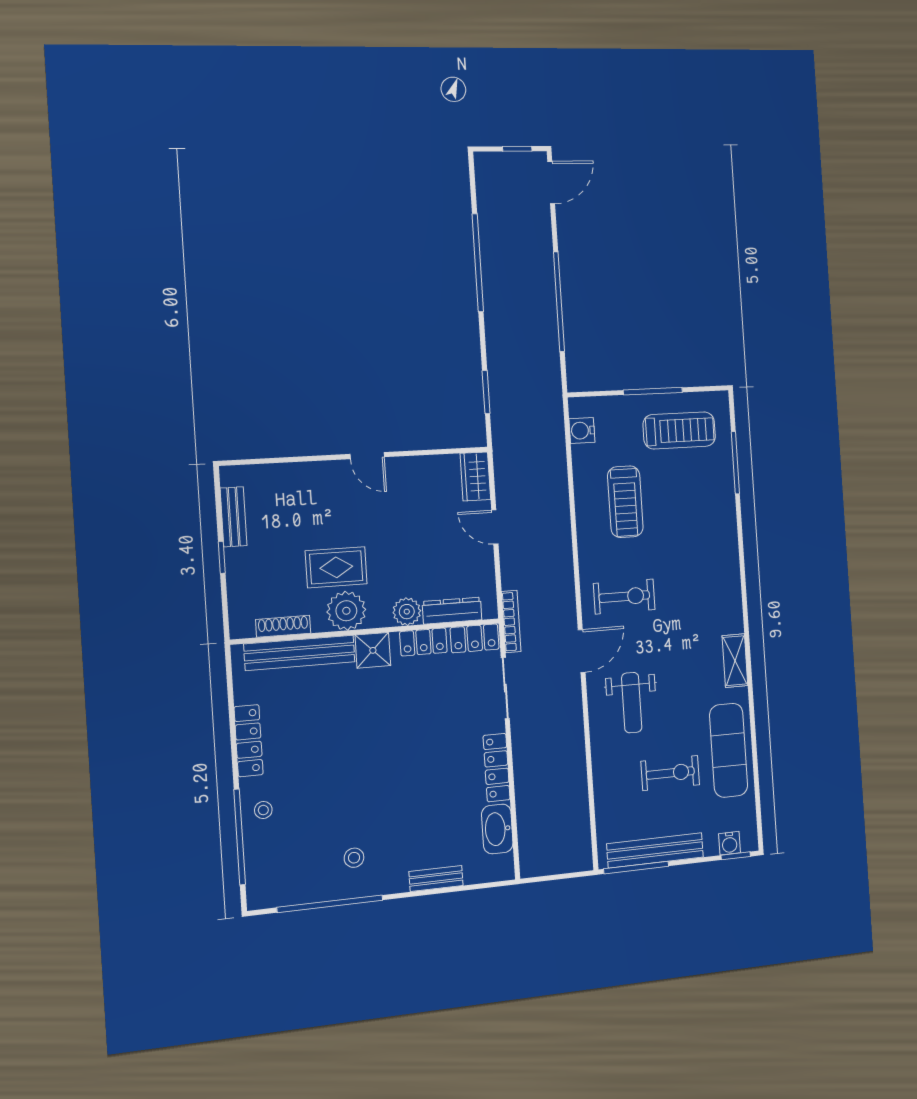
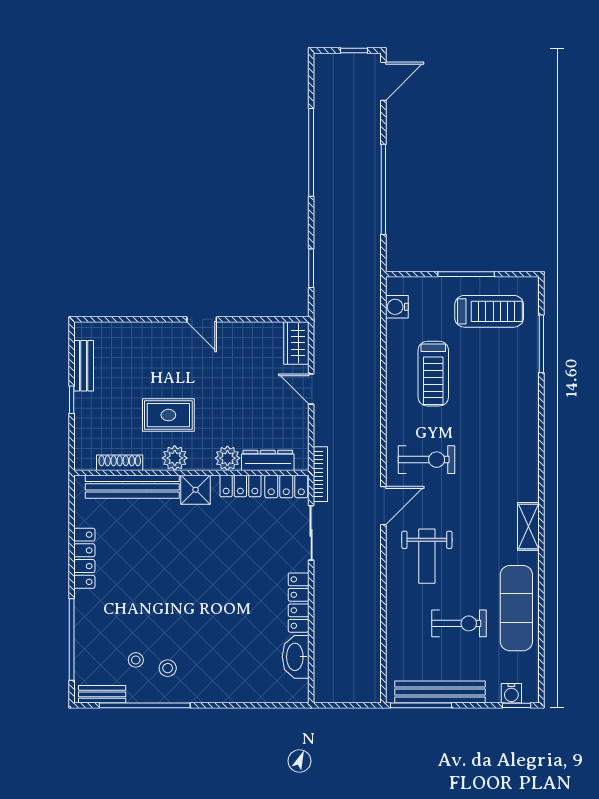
plant: (346, 611) -> (175, 458), width x0.73, depth x0.73
stool: (263, 810) -> (136, 660), moved
bench: (436, 878) -> (102, 694), moved

